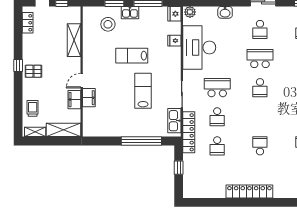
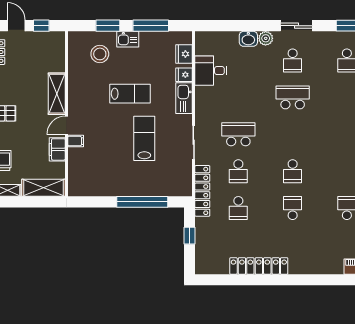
plant: (190, 12) -> (266, 38), moved
fridge: (174, 14) -> (184, 54), moved
shelving: (74, 40) -> (57, 94), moved
desk: (199, 48) -> (211, 71), width x0.53, depth x0.77
lab bench: (132, 56) -> (130, 94), turned 180
school desk: (260, 88) -> (293, 171), moved
filing cabinet: (89, 98) -> (76, 141), width x0.50
kitchen sink: (174, 121) -> (184, 98), moved
locker: (249, 191) -> (259, 266), moved

